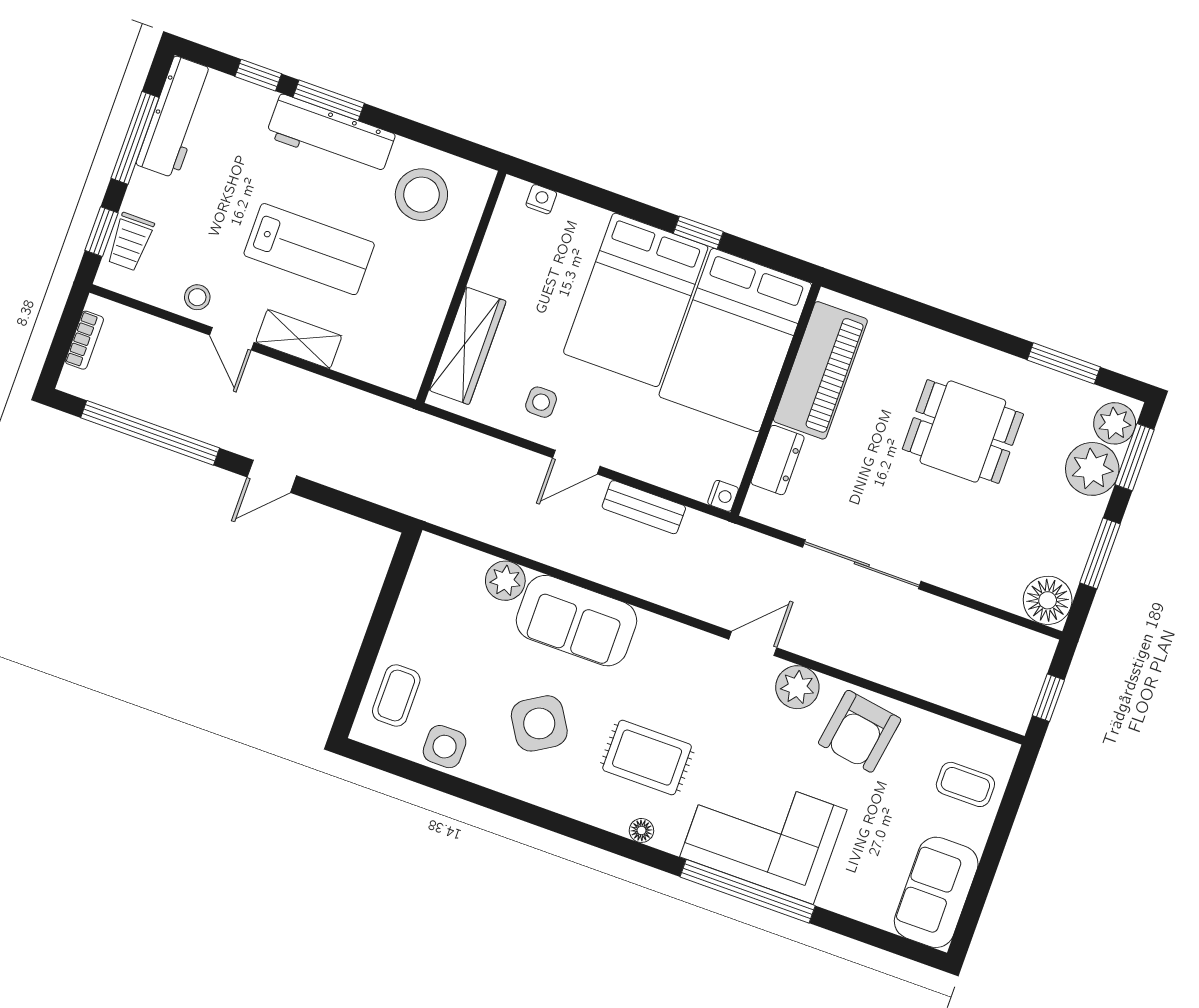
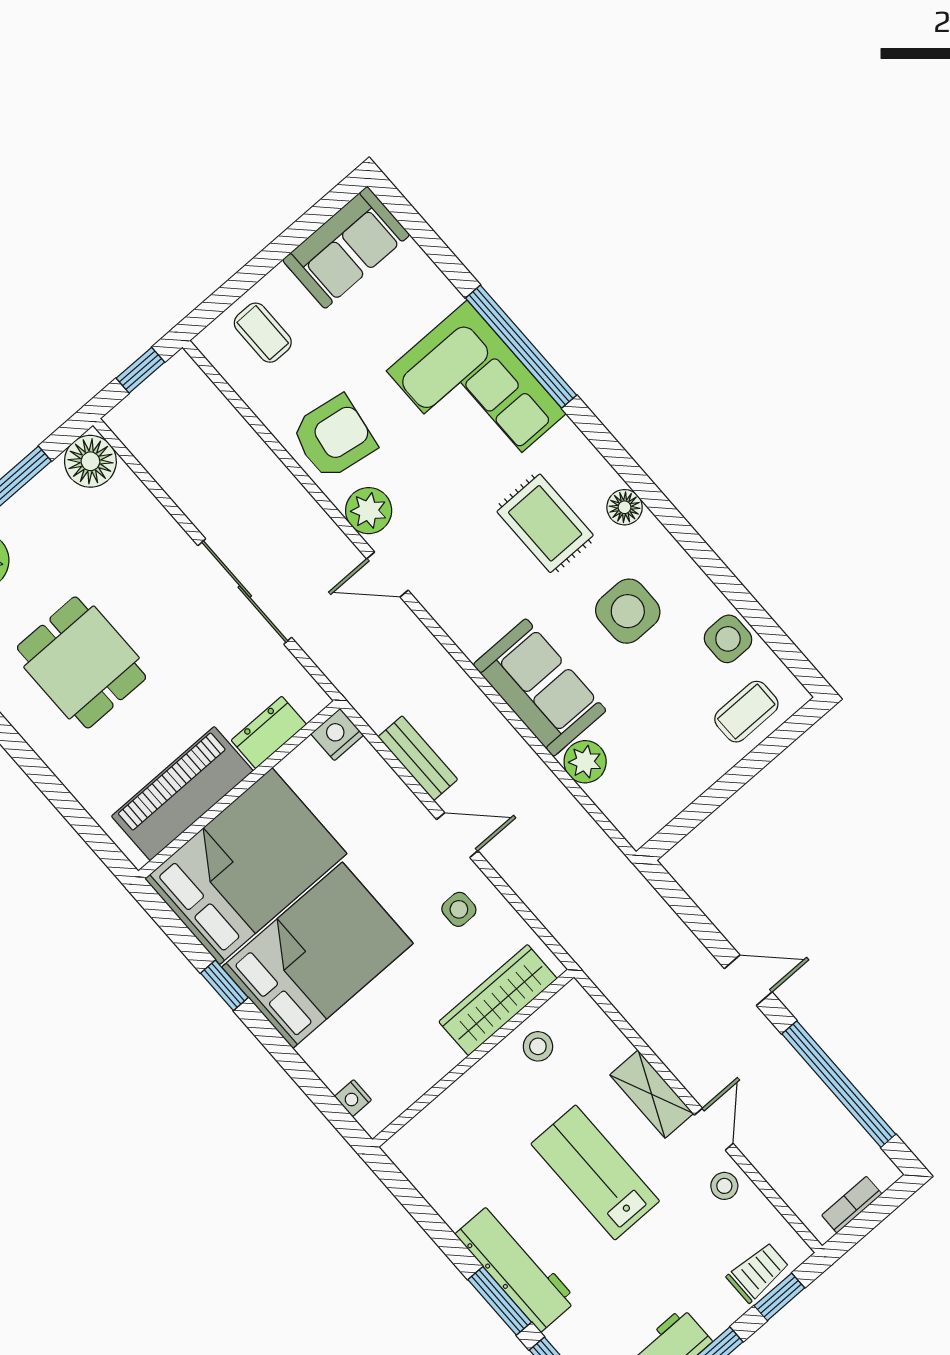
stool: (421, 195) -> (538, 1046), moved, width x0.53, depth x0.53
nightstand: (723, 496) -> (337, 734), width x1.39, depth x1.35
side table: (539, 723) -> (628, 611), turned 32
floor lamp: (641, 830) -> (625, 507), moved, width x1.37, depth x1.37

